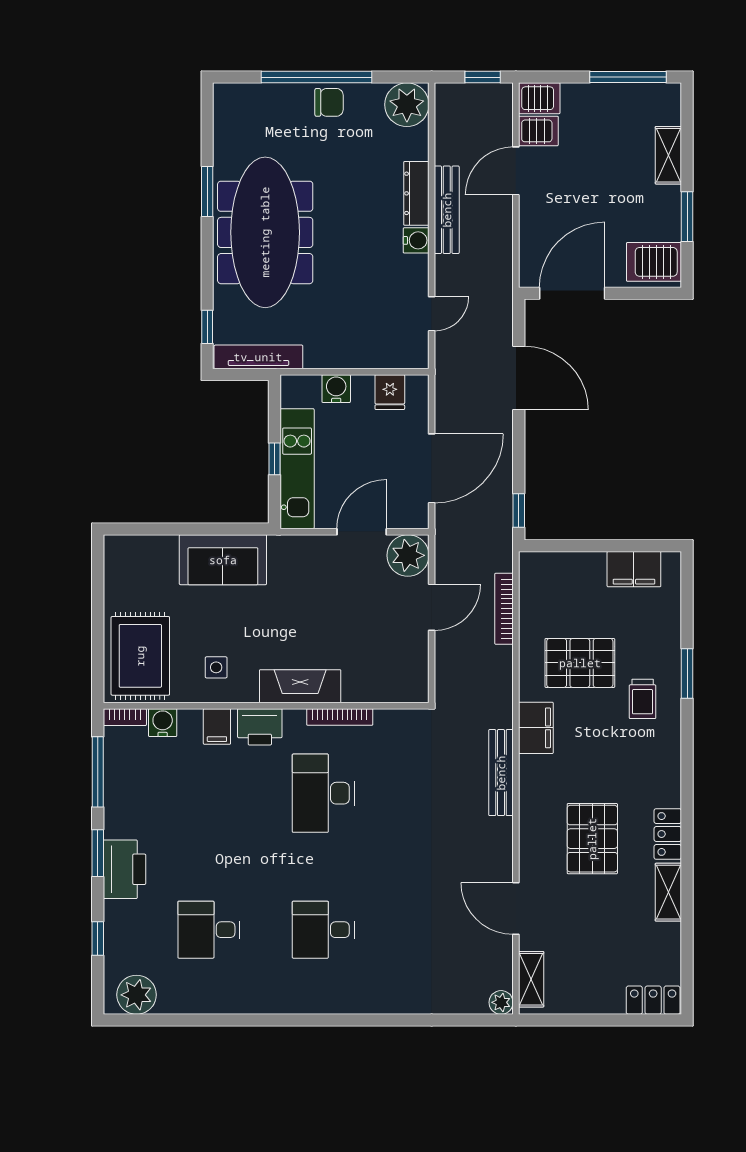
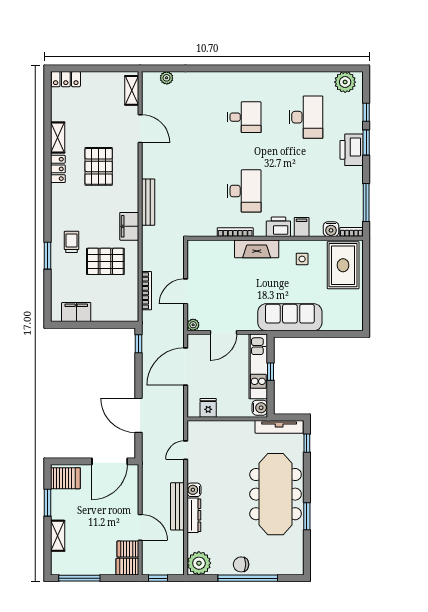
door: (516, 171) -> (140, 527), hinge flipped
water cooler: (336, 389) -> (260, 408), moved, turned -90
plant: (408, 555) -> (193, 325), width x0.53, depth x0.53
sofa: (223, 560) -> (290, 317), width x1.36
window: (98, 853) -> (366, 143), moved
desk: (209, 930) -> (306, 117), width x1.37
plant: (501, 1002) -> (167, 78), moved

